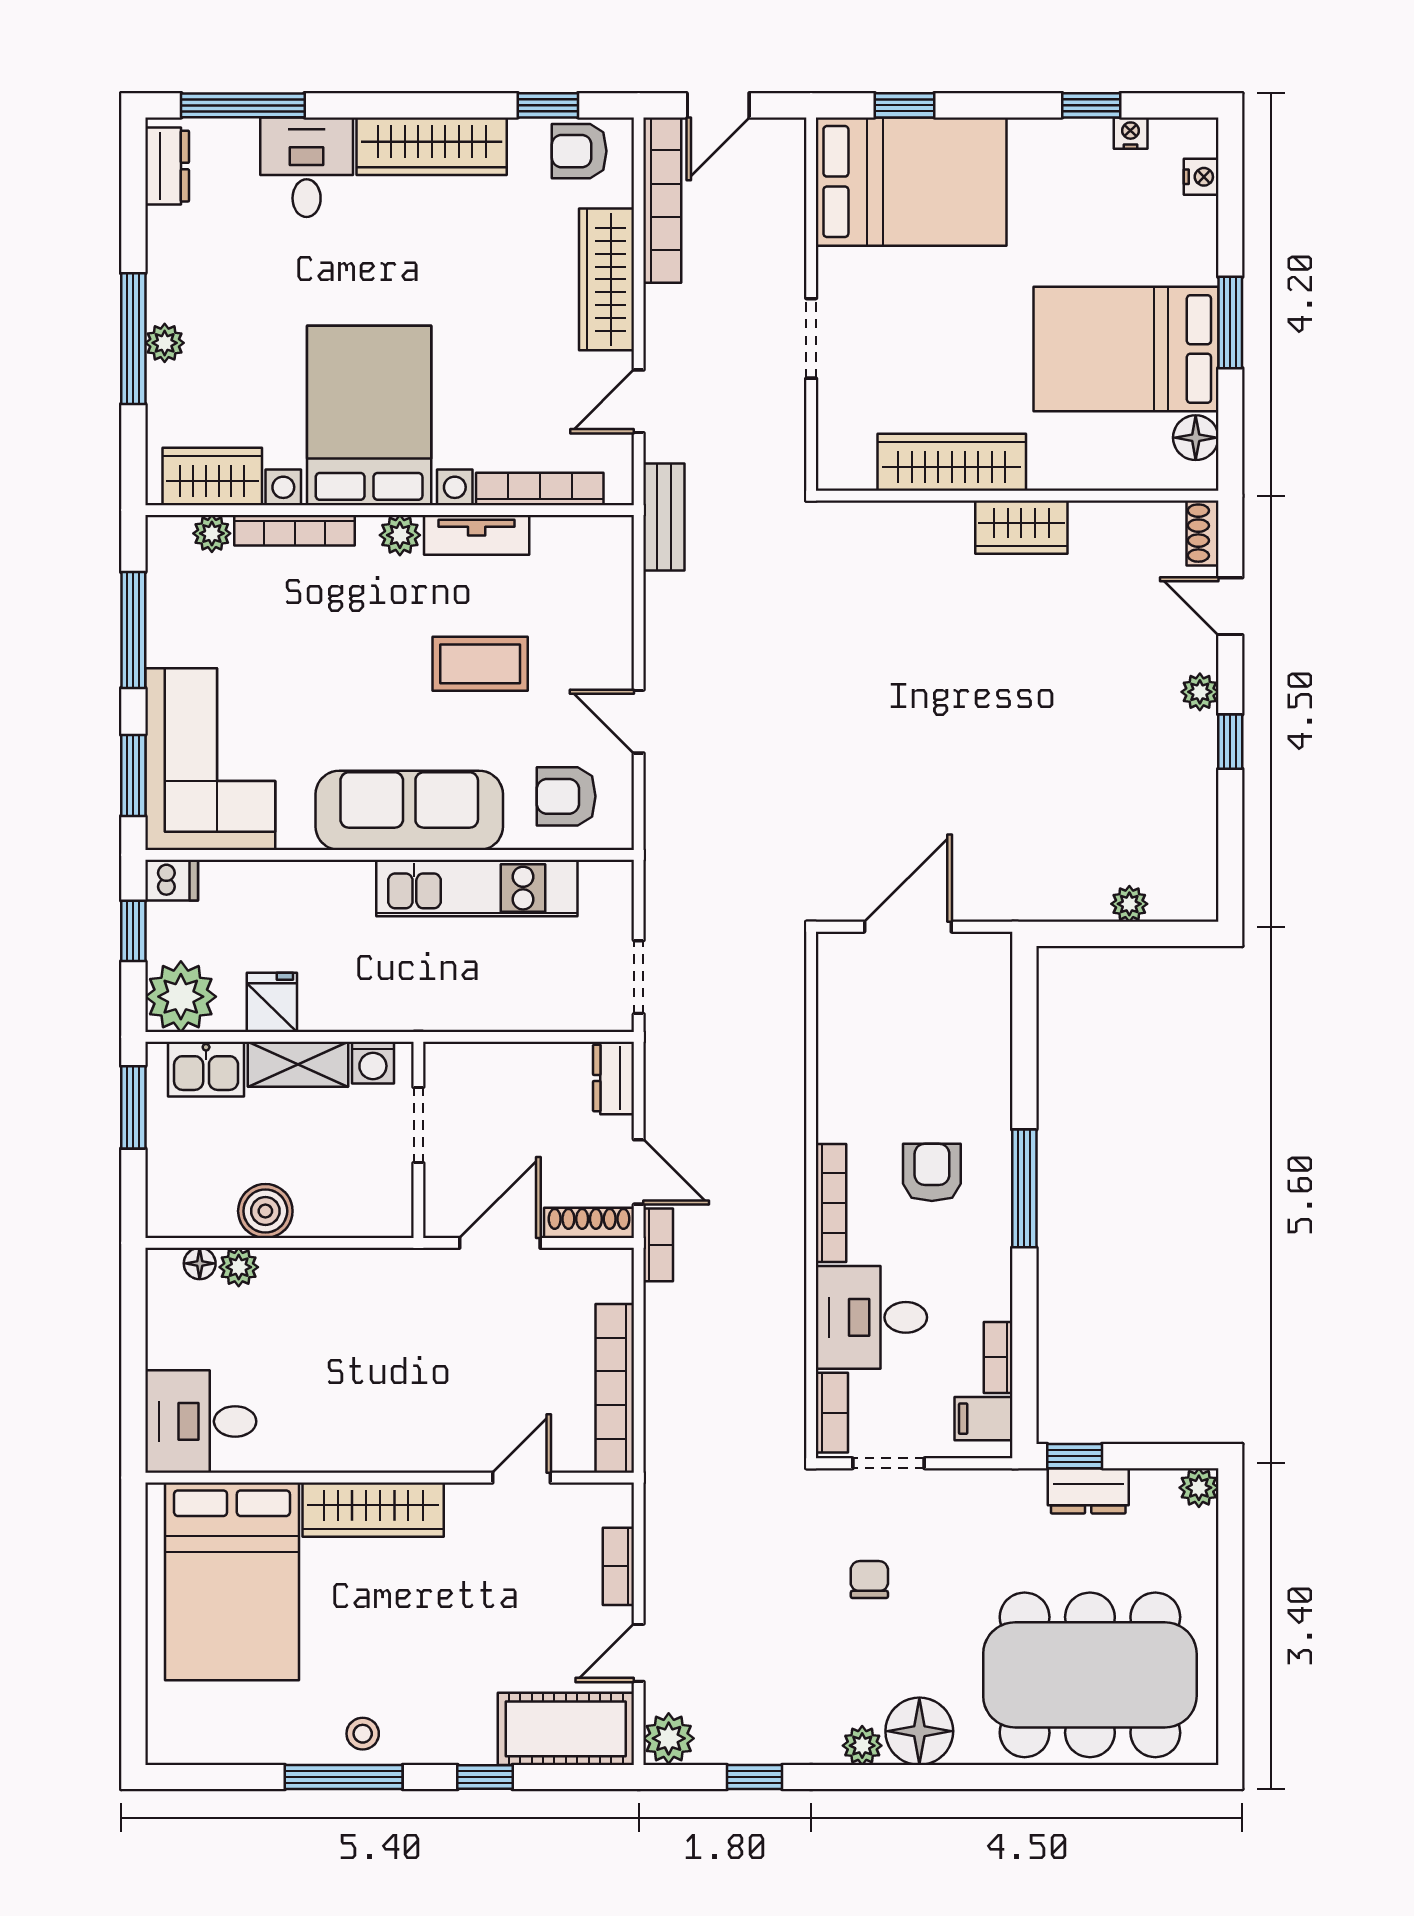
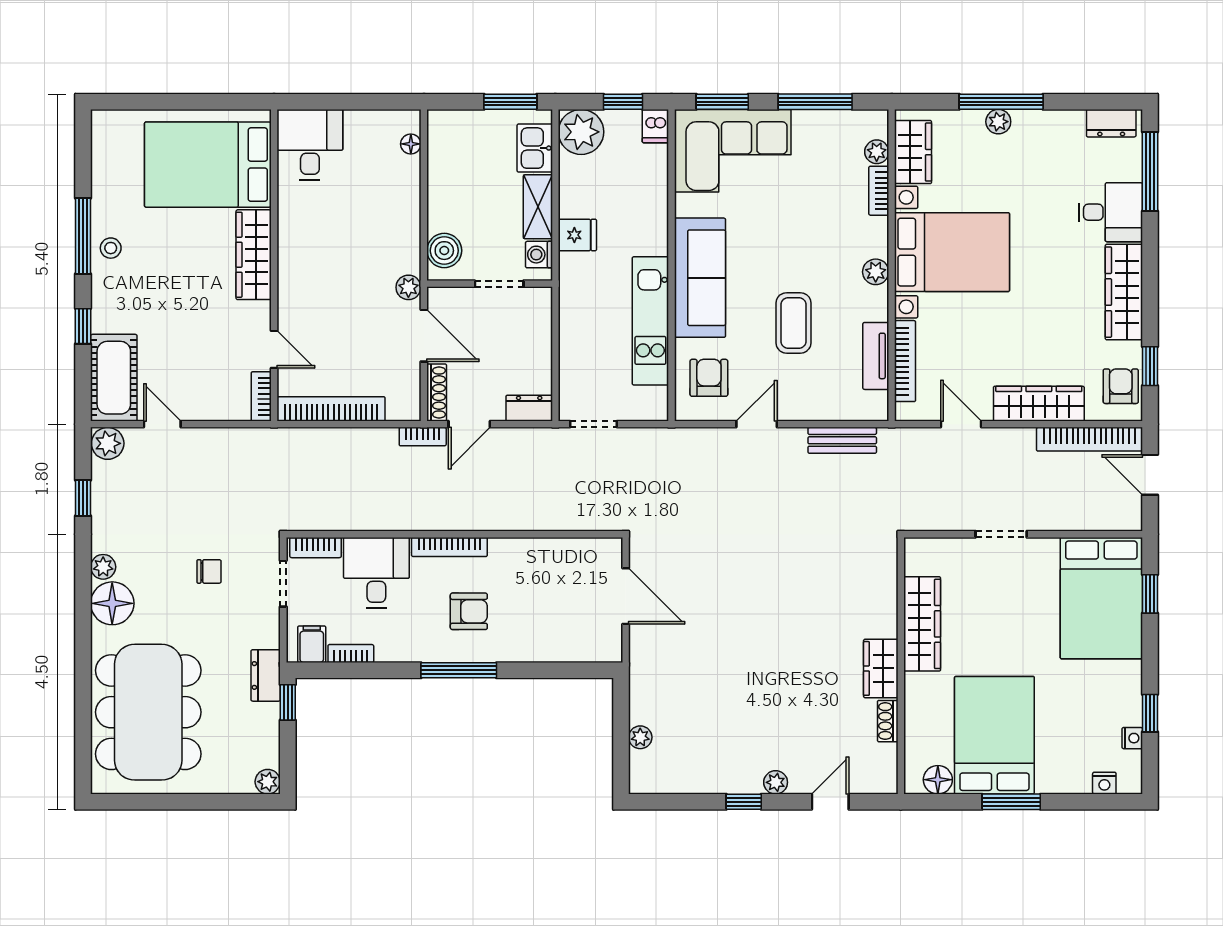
bench: (664, 517) -> (842, 440), moved
bookcase: (295, 530) -> (879, 191), width x0.64
shoe rack: (1202, 533) -> (888, 721), moved, turned -90
tv unit: (477, 535) -> (876, 356), moved
fridge: (272, 1002) -> (577, 235), moved
boiler: (265, 1211) -> (444, 251), moved
plant: (239, 1267) -> (408, 287), moved
dresser: (1088, 1491) -> (266, 675), moved
bookcase: (618, 1566) -> (261, 396), moved, turned -90

